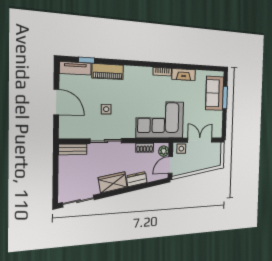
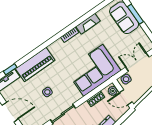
piano: (108, 72) -> (35, 64), width x1.37, depth x1.33
door: (170, 165) -> (126, 97), hinge flipped

